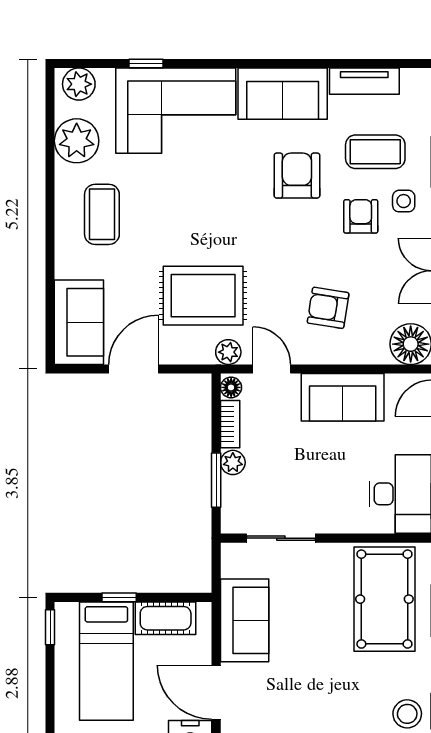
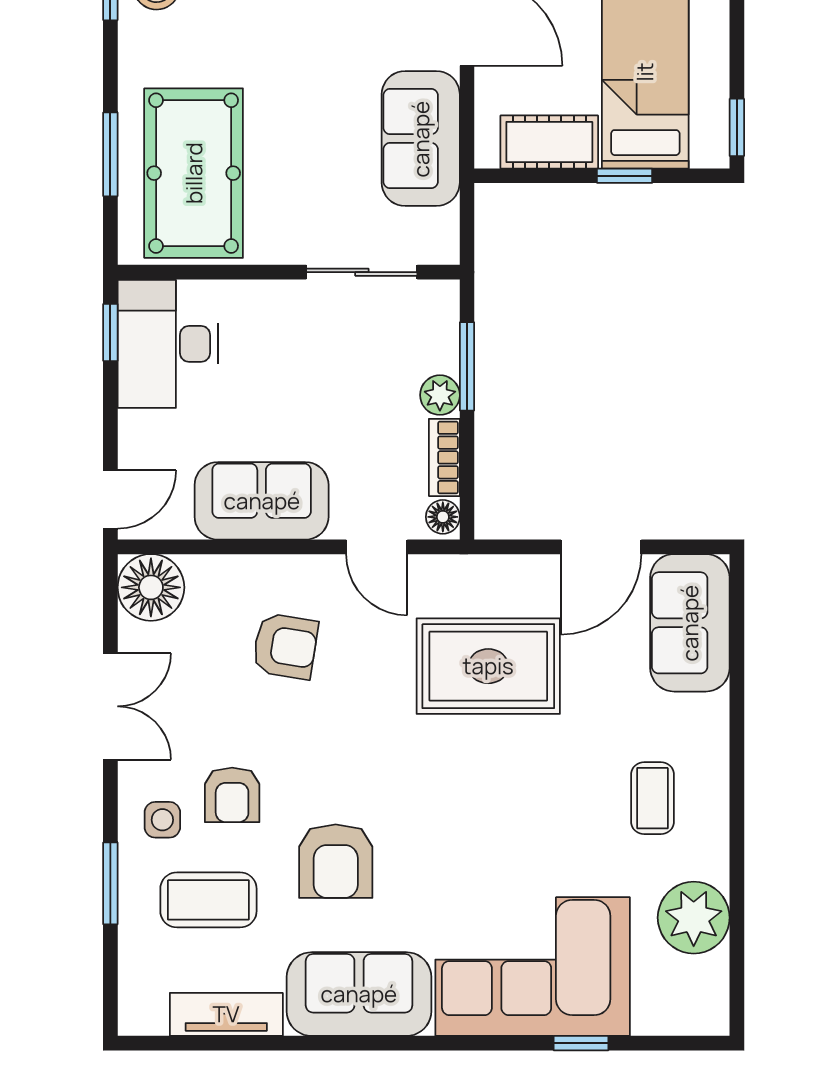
plant: (79, 84) -> (690, 1010), removed
coffee table: (102, 214) -> (652, 798), width x0.73, depth x0.77
plant: (228, 352) -> (447, 574), removed

